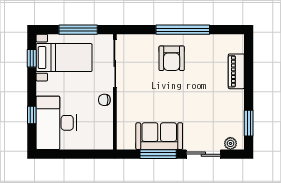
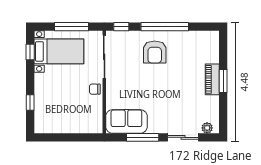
window: (134, 30) -> (121, 27), added
piano: (236, 71) -> (212, 79), moved
desk: (56, 123) -> (52, 110), removed
window: (249, 123) -> (223, 81), moved
sofa: (159, 136) -> (126, 121), moved

